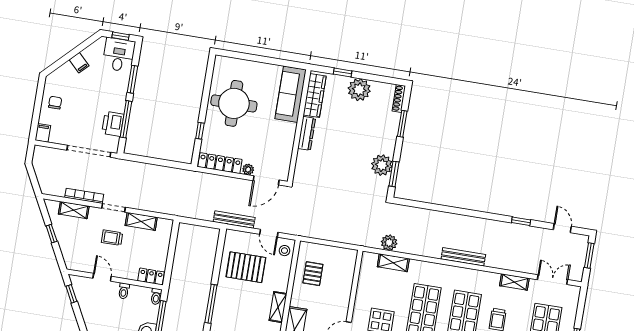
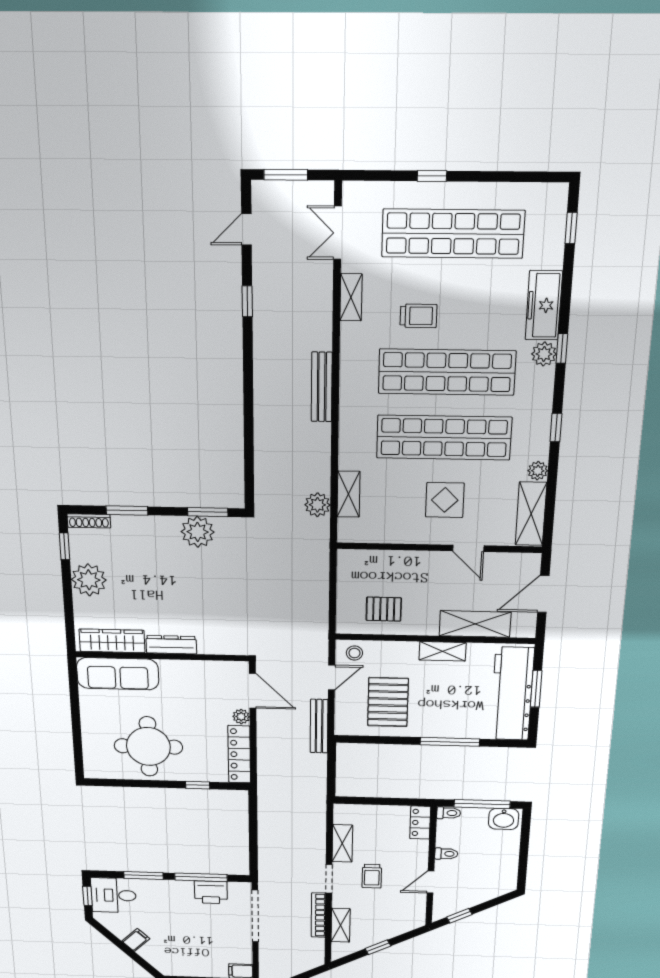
window: (343, 73) -> (65, 546), moved
chair: (55, 103) -> (197, 961), removed

